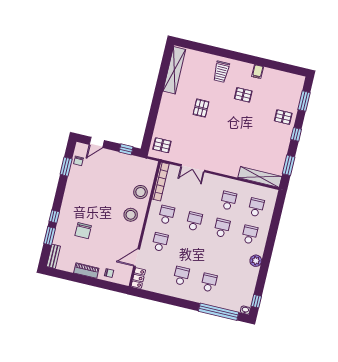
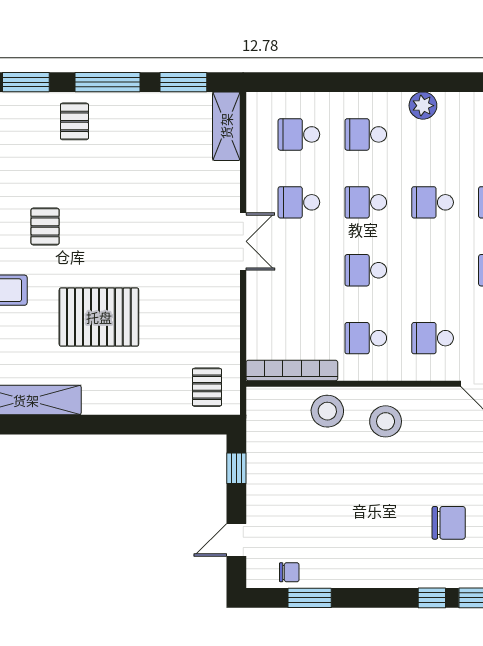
pallet: (201, 108) -> (99, 317), width x2.05, depth x2.00
window: (296, 134) -> (107, 82), width x2.17
door: (97, 142) -> (236, 540), swing flipped
double door: (193, 168) -> (243, 241), moved
shelving: (260, 177) -> (226, 126), width x0.68
school desk: (215, 255) -> (433, 202), added

